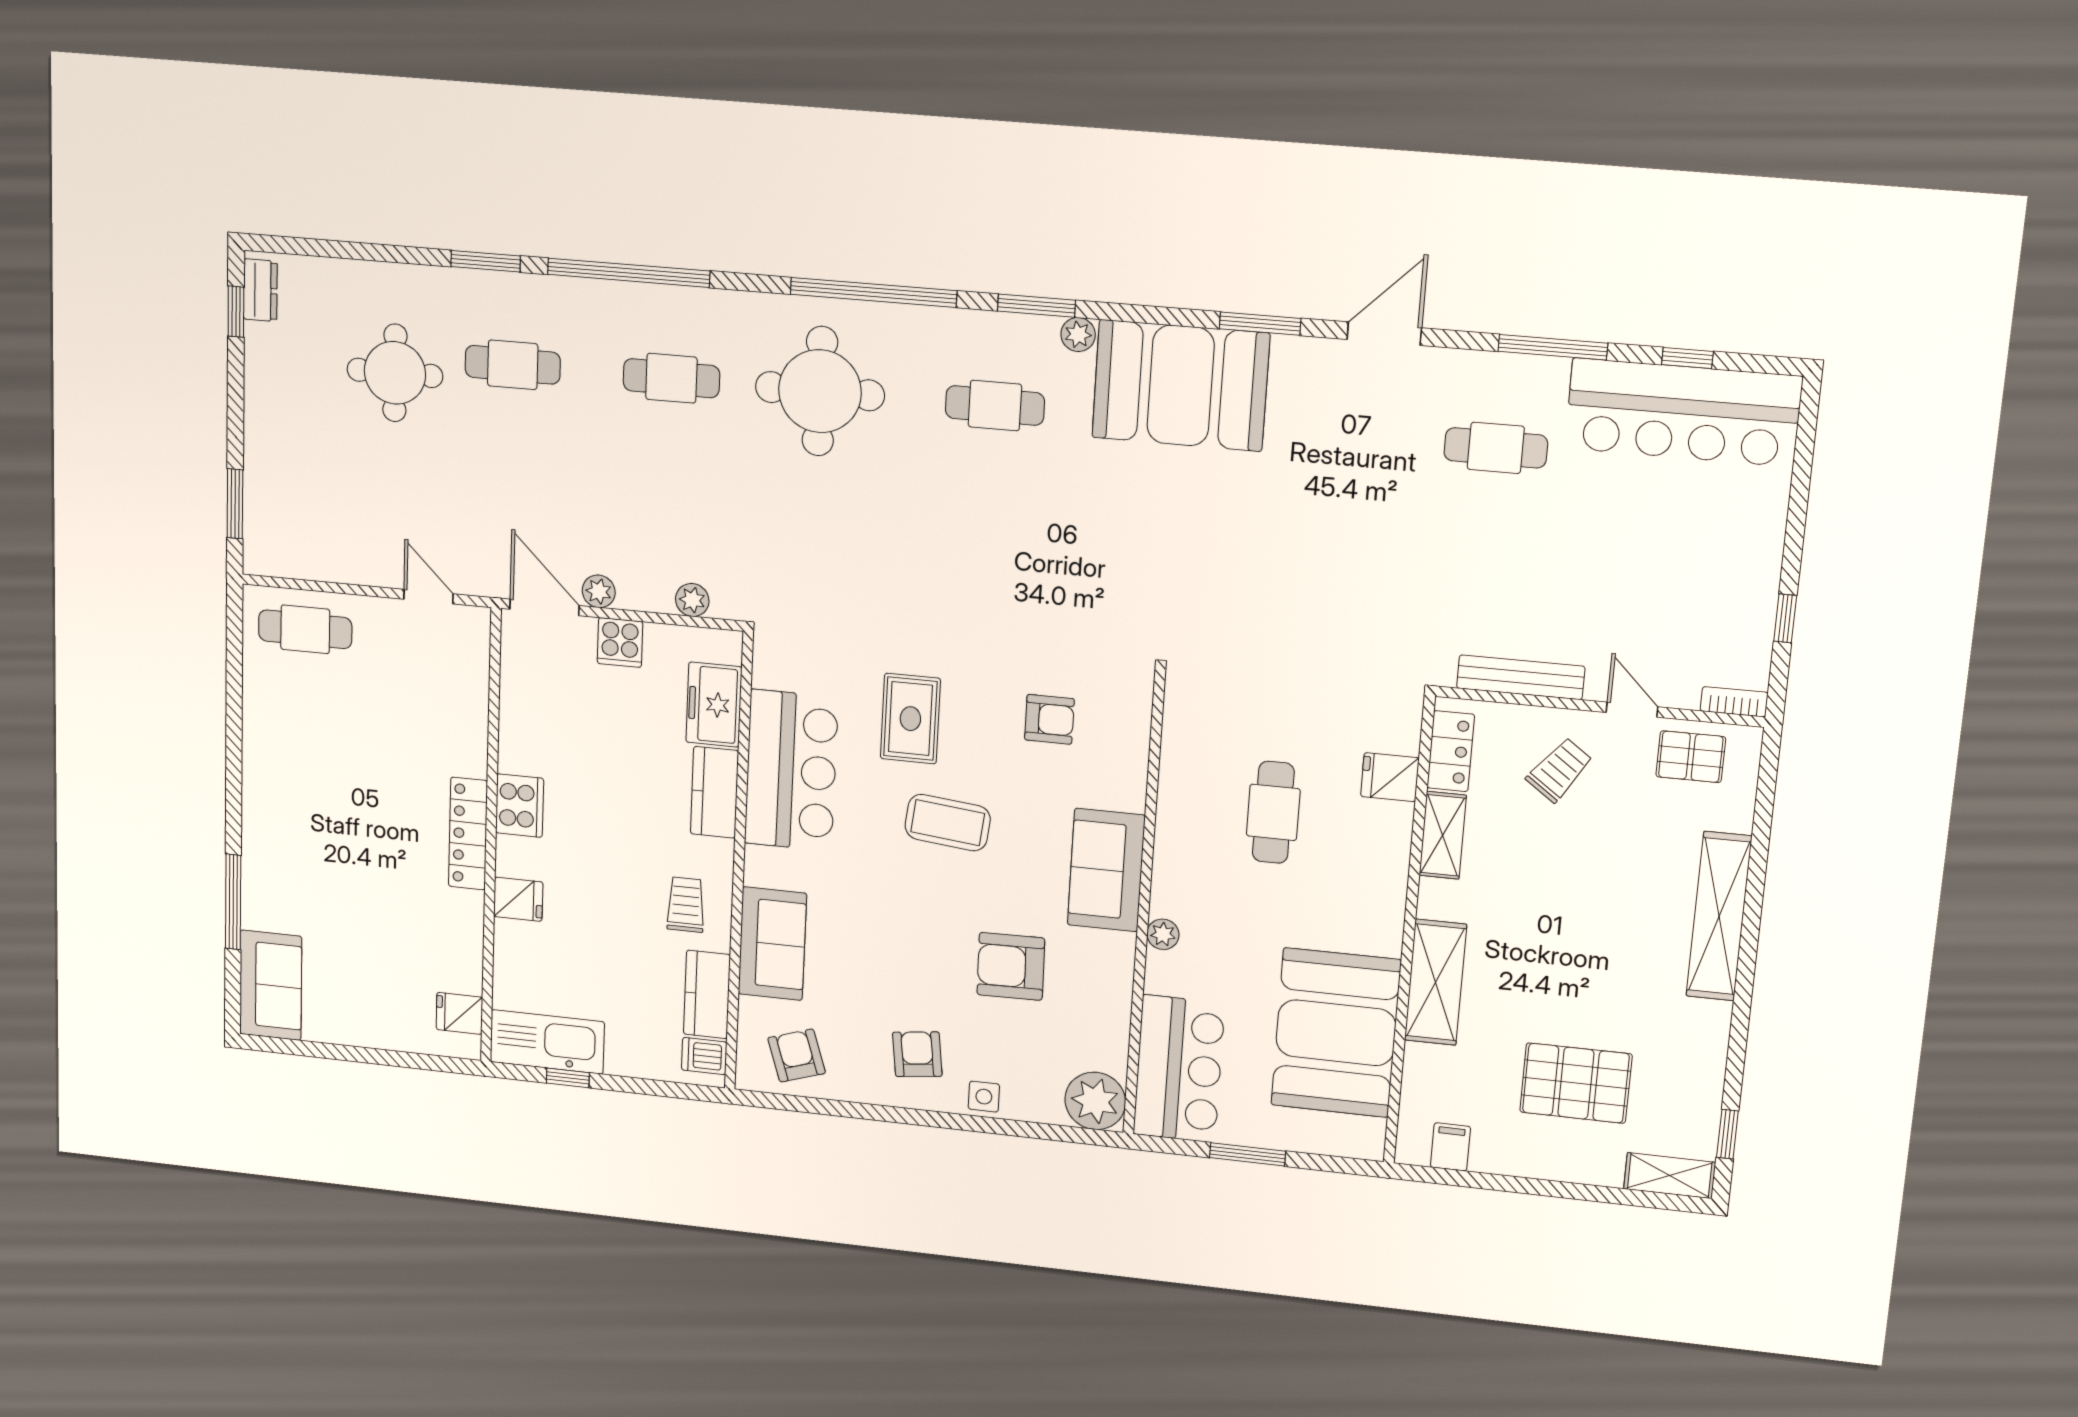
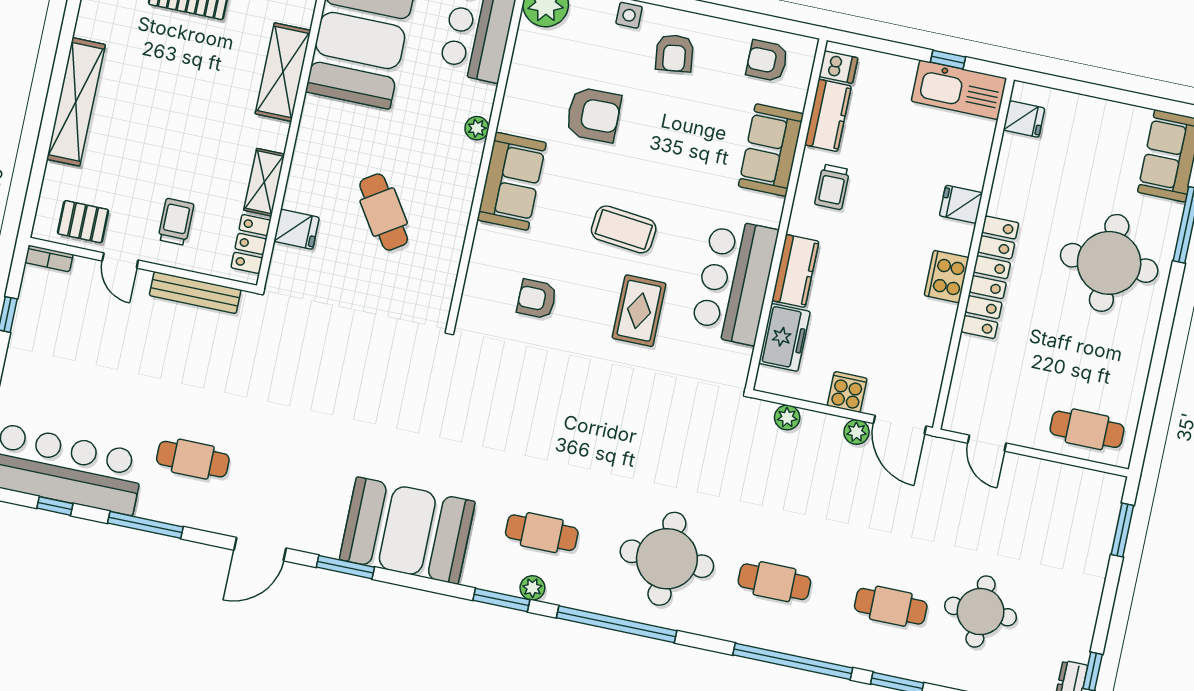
plant: (1078, 335) -> (532, 588), moved
trolley: (1559, 770) -> (176, 222), turned 144
cafe table: (1273, 812) -> (384, 212), turned -33
locker: (468, 834) -> (990, 277), width x1.41, depth x1.21
round table: (319, 844) -> (1109, 263), added
armchair: (797, 1056) -> (767, 61), turned 108

